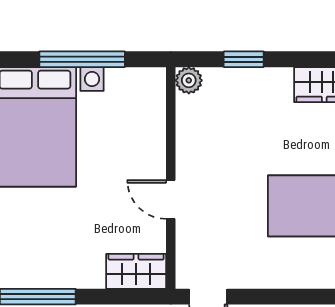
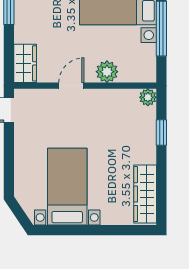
plant: (149, 144) -> (107, 72), added

